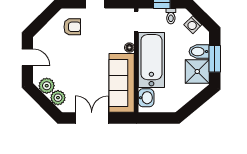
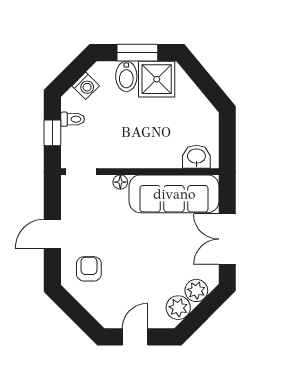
bathtub: (151, 60) -> (139, 149), removed

